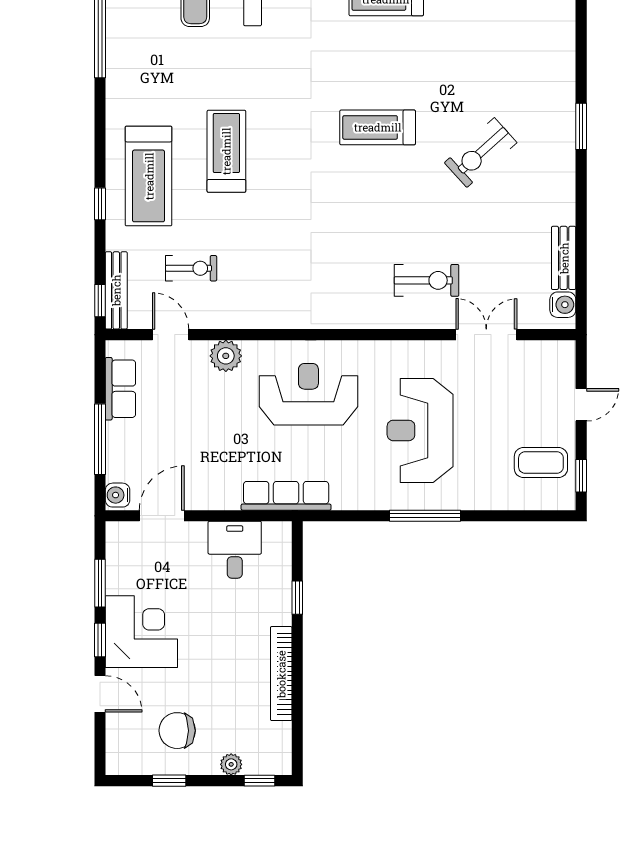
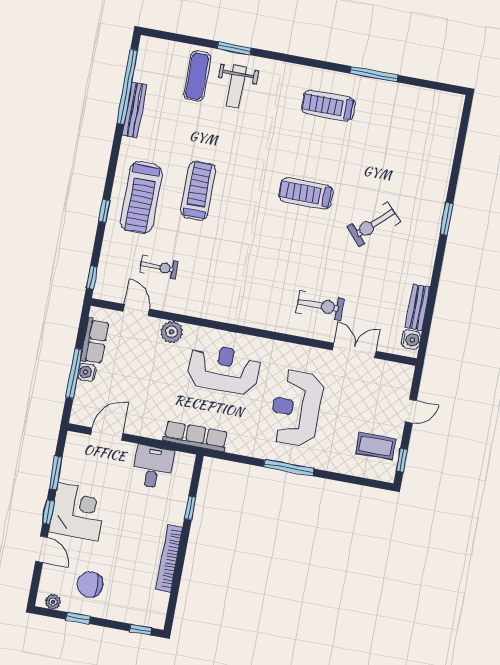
bench: (116, 290) -> (135, 110), moved
water cooler: (118, 495) -> (87, 372), moved
plant: (231, 764) -> (53, 602), moved

